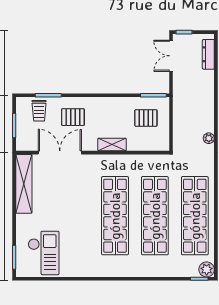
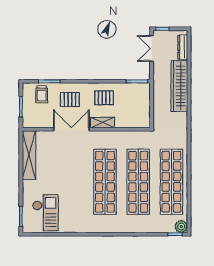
wardrobe: (204, 101) -> (179, 86), added
pallet: (146, 118) -> (104, 98), moved
plant: (209, 138) -> (183, 117), removed
double door: (60, 153) -> (71, 129), moved

